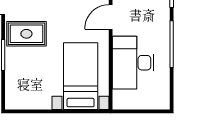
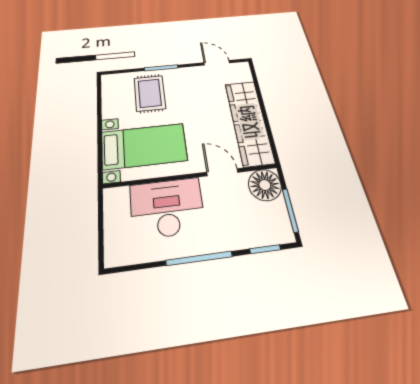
rug: (26, 34) -> (150, 93), moved

